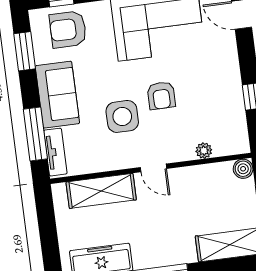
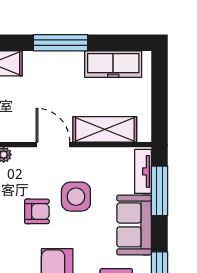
armchair: (161, 96) -> (37, 211), turned 90
door: (153, 168) -> (53, 145), width x1.38

